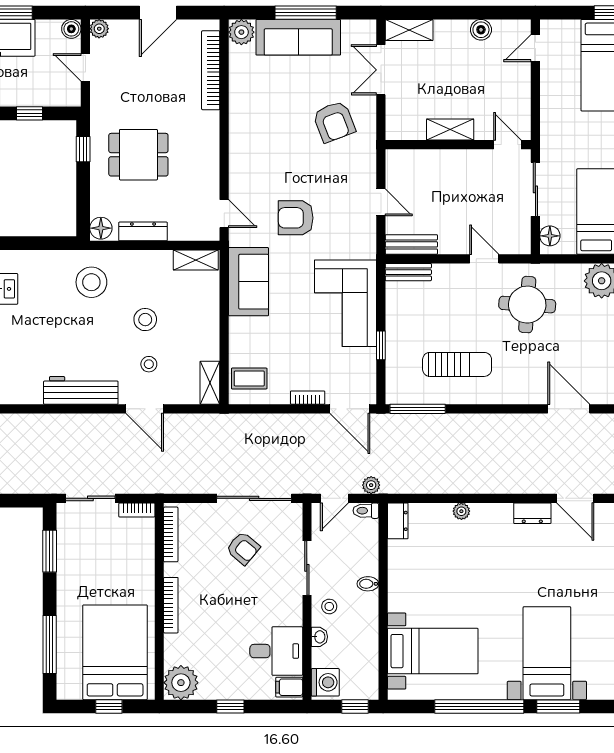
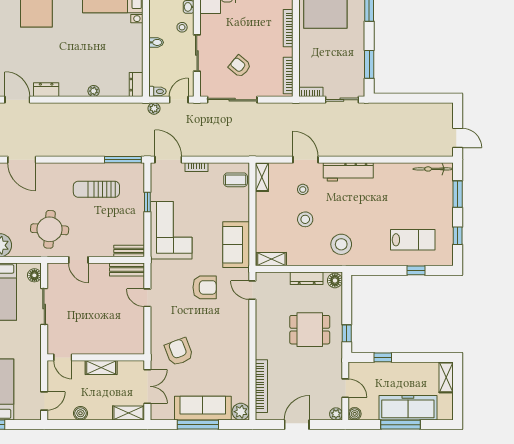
shelving: (450, 130) -> (101, 367), moved
wall: (458, 145) -> (96, 357), moved
door: (507, 145) -> (63, 357), moved

